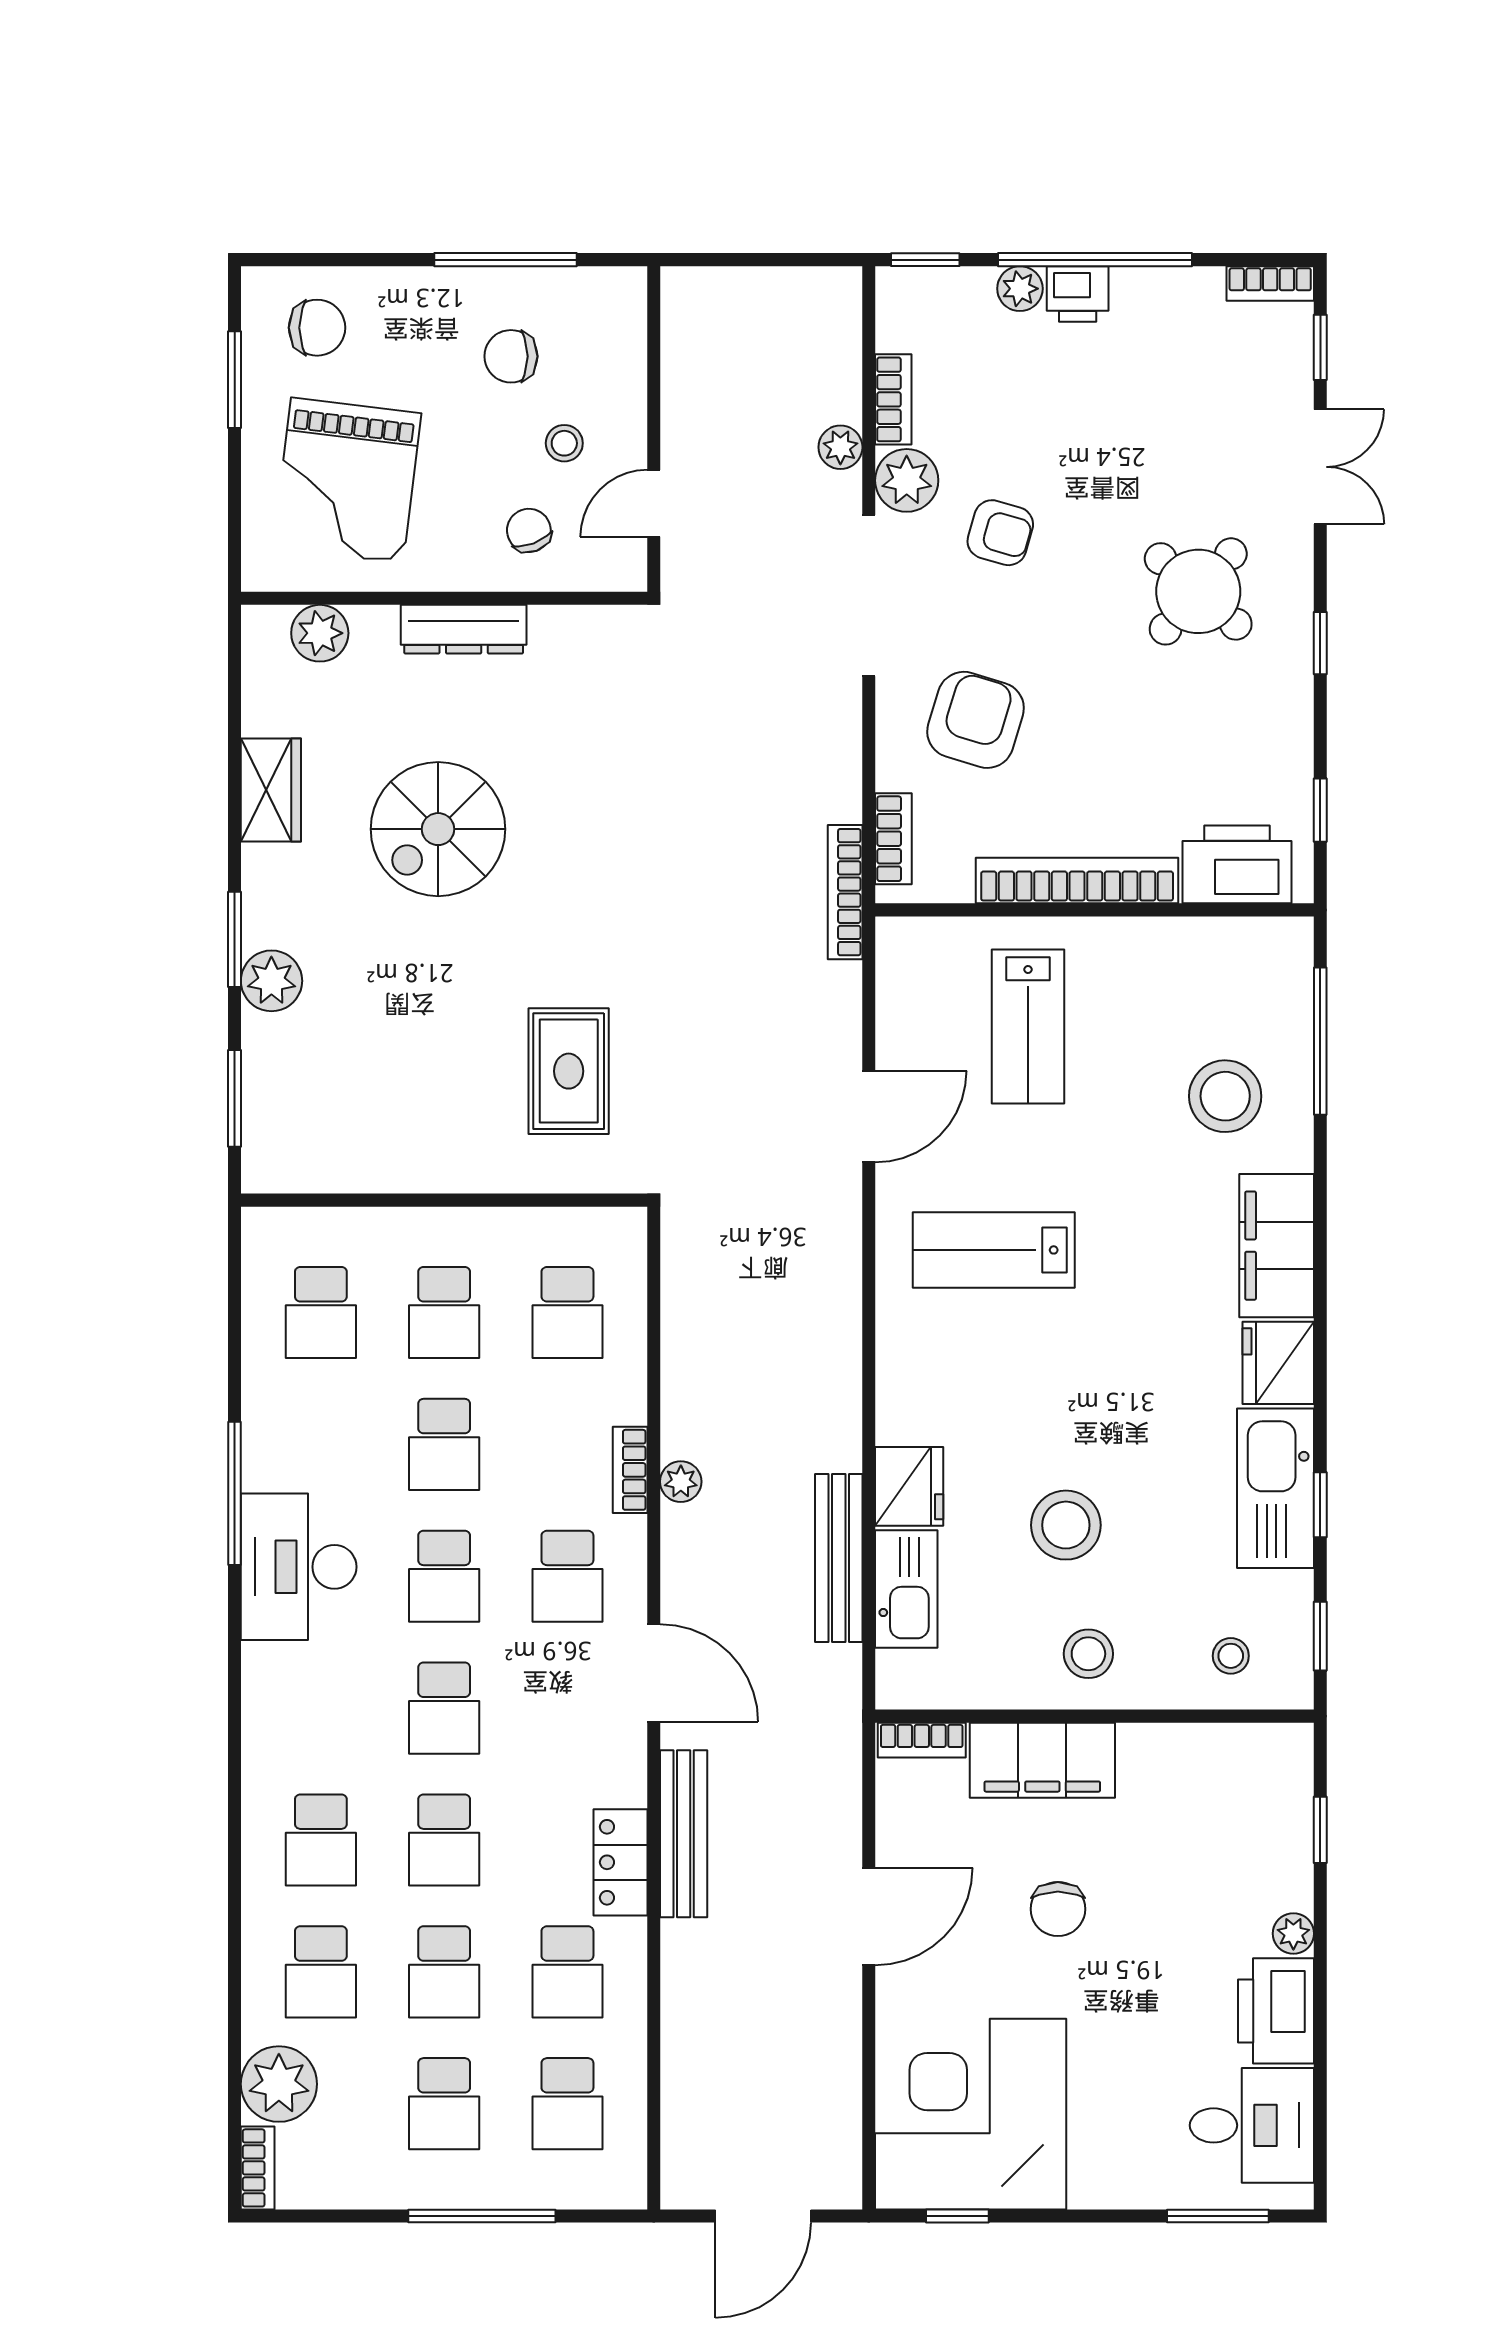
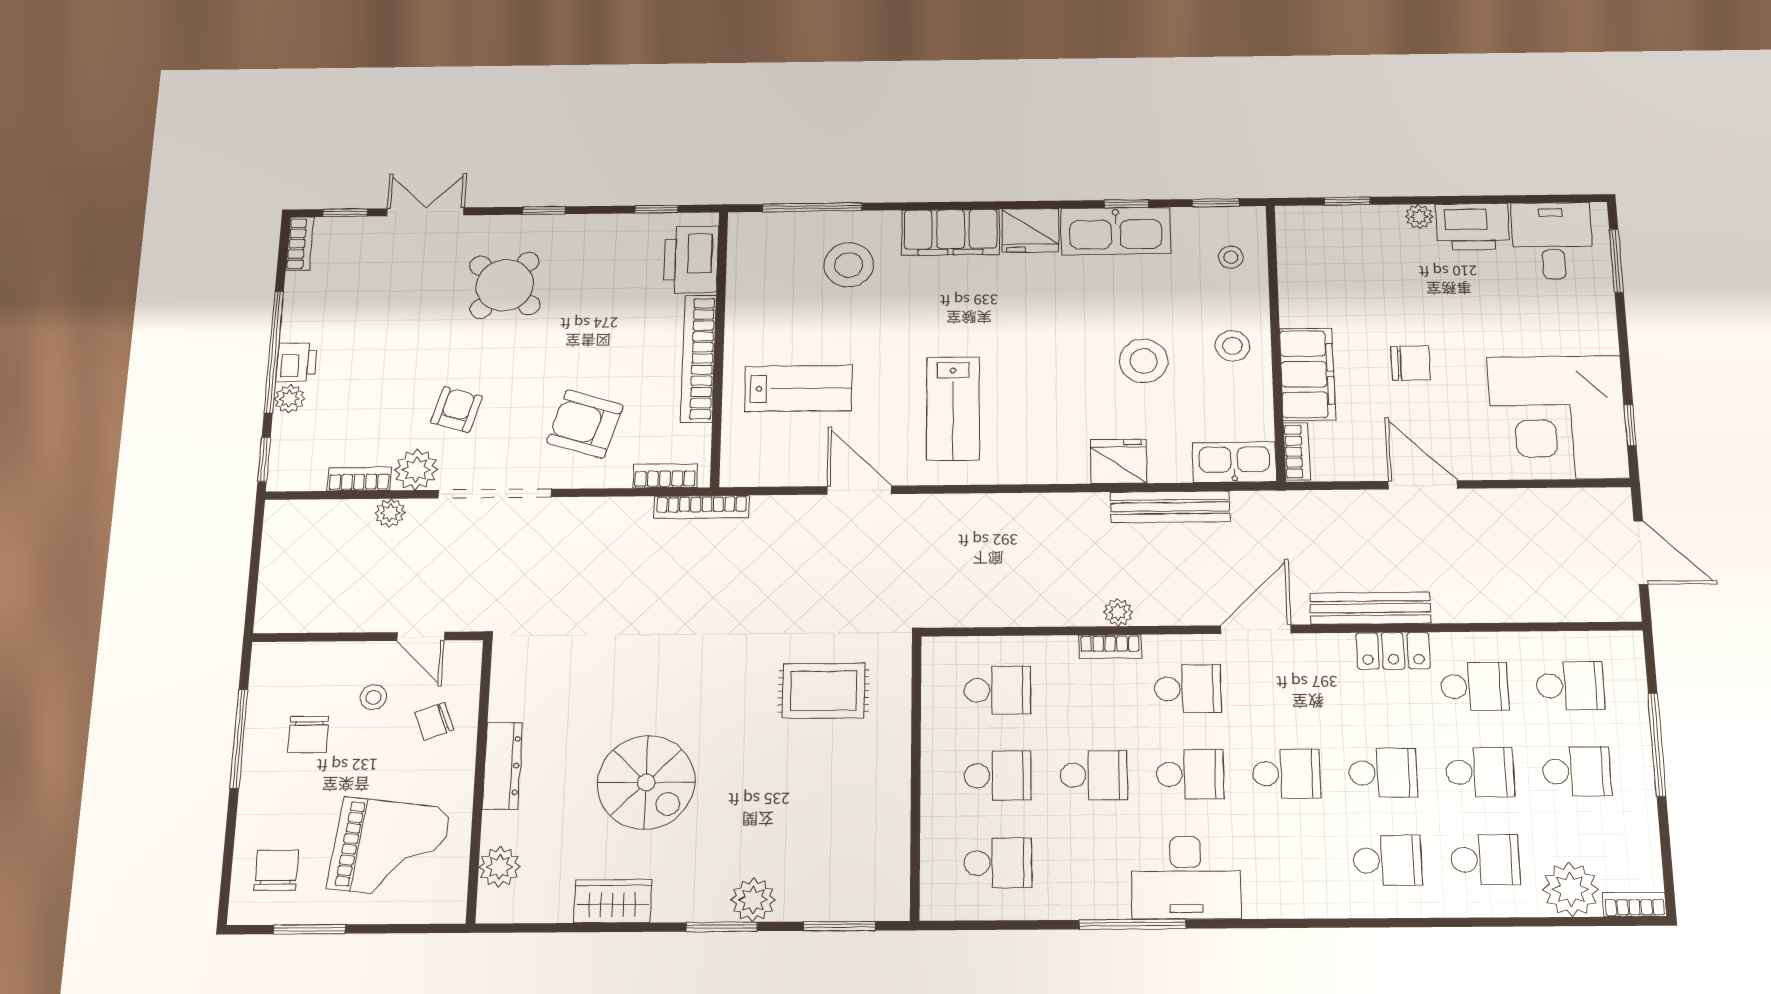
kitchen sink: (906, 1589) -> (1234, 462), moved

